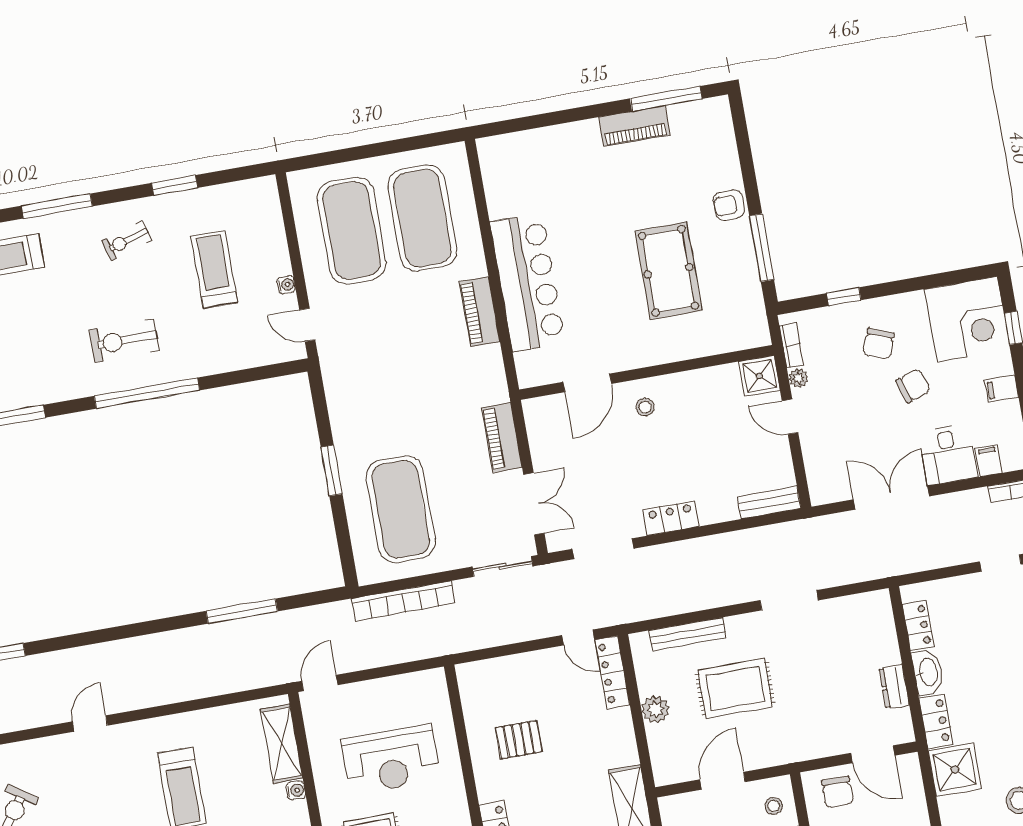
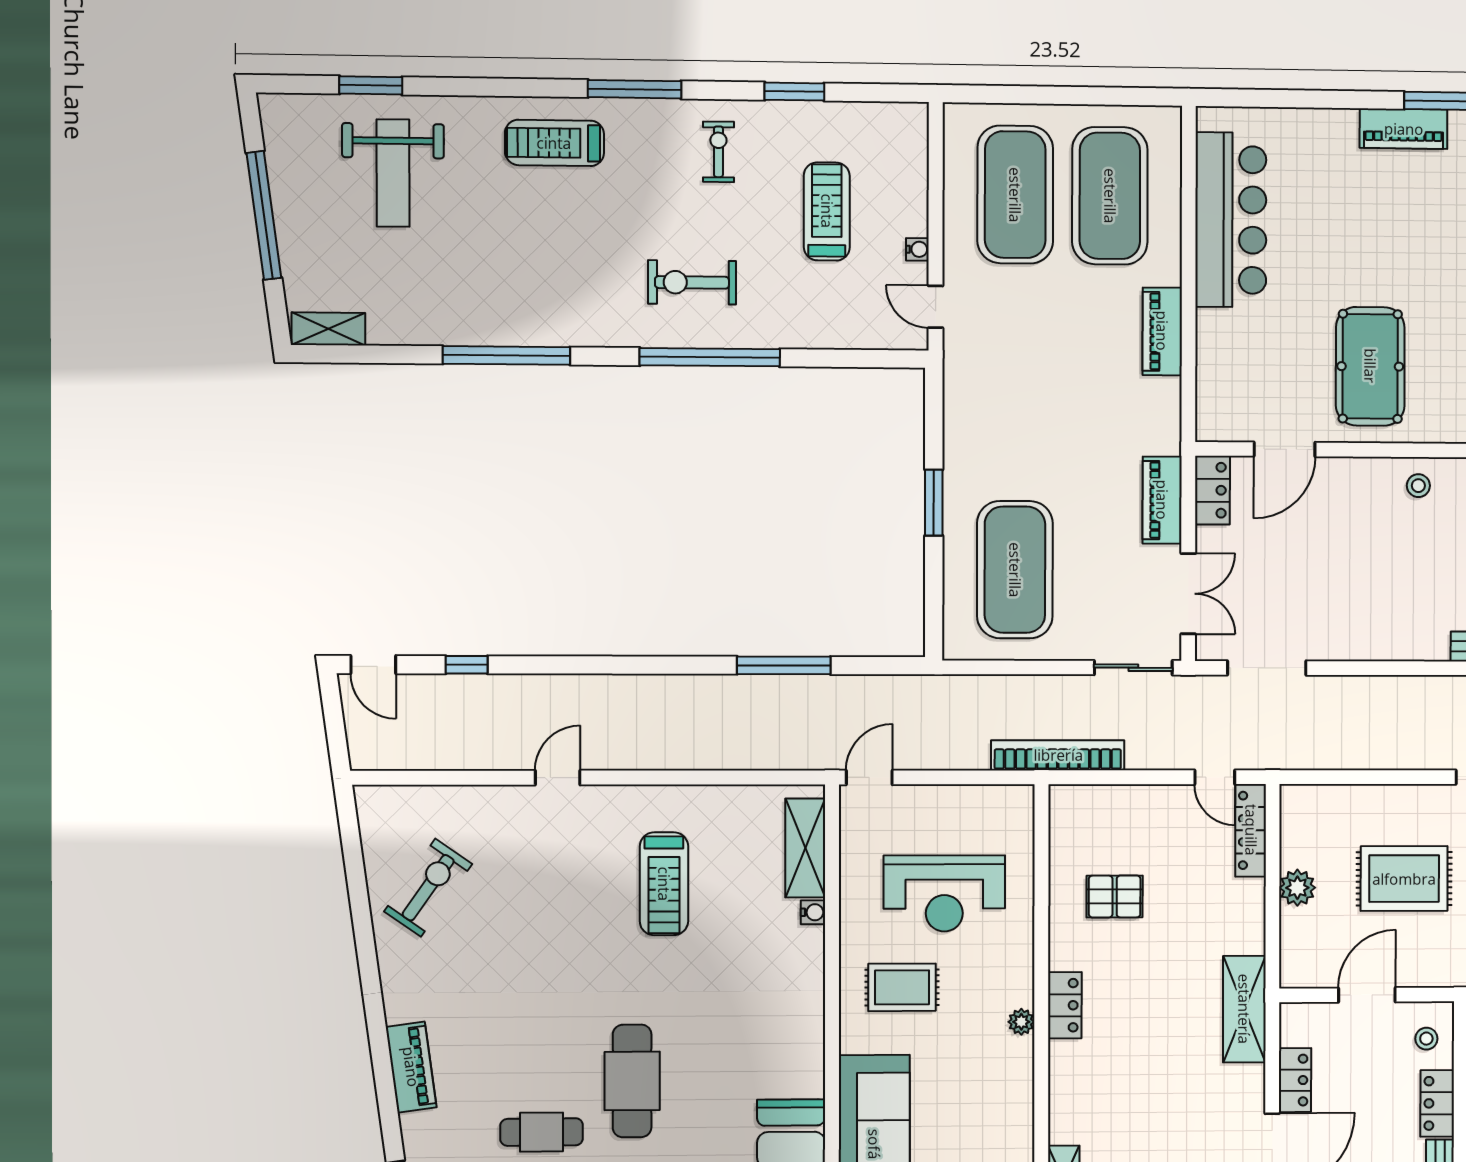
exercise bike: (127, 240) -> (718, 152), turned 107
pool table: (668, 271) -> (1370, 366), moved
bar counter: (527, 282) -> (1231, 220), moved
stool: (645, 407) -> (1418, 486), moved
locker: (671, 518) -> (1212, 490), moved, turned 90
bookcase: (403, 601) -> (1058, 755), moved, turned 180
bench: (688, 634) -> (1356, 798), removed

